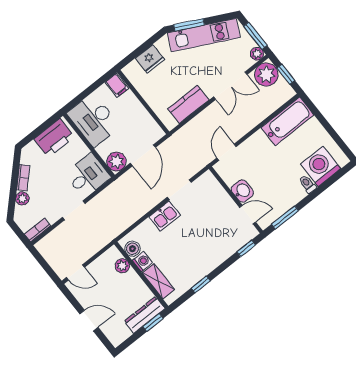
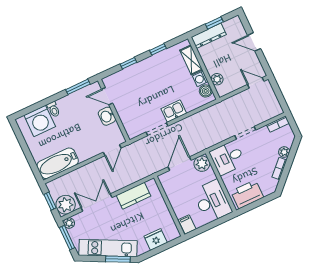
window: (246, 248) -> (128, 63), moved
window: (153, 322) -> (214, 23), moved

